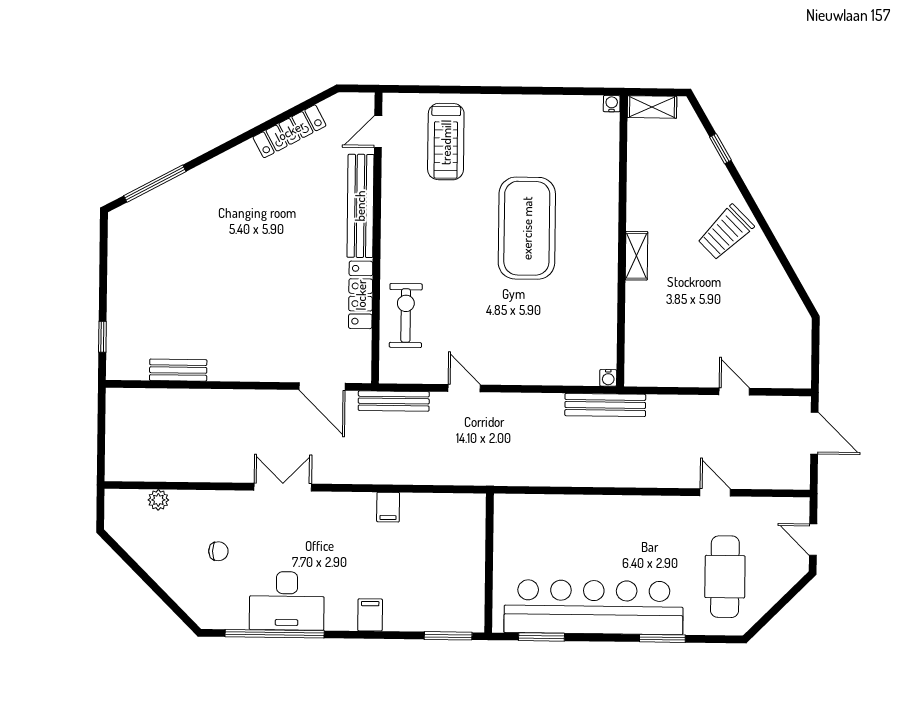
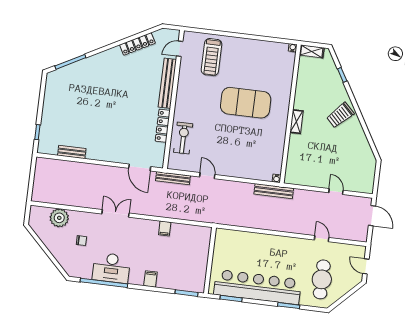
exercise mat: (527, 228) -> (246, 103), turned 90
plant: (158, 500) -> (59, 218), width x1.88, depth x1.88

